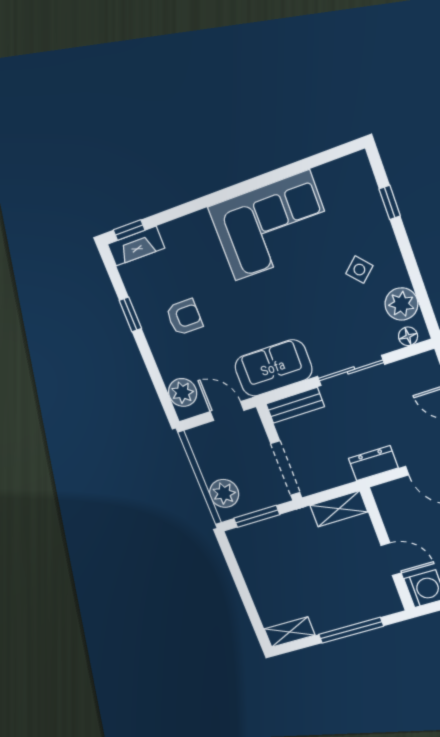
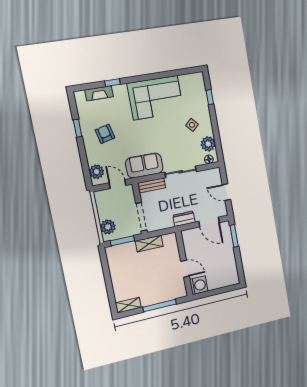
window: (129, 230) -> (112, 83), moved
fireplace: (136, 246) -> (99, 93), moved
armchair: (184, 317) -> (105, 134), turned -103
shelving: (339, 509) -> (149, 244), moved

